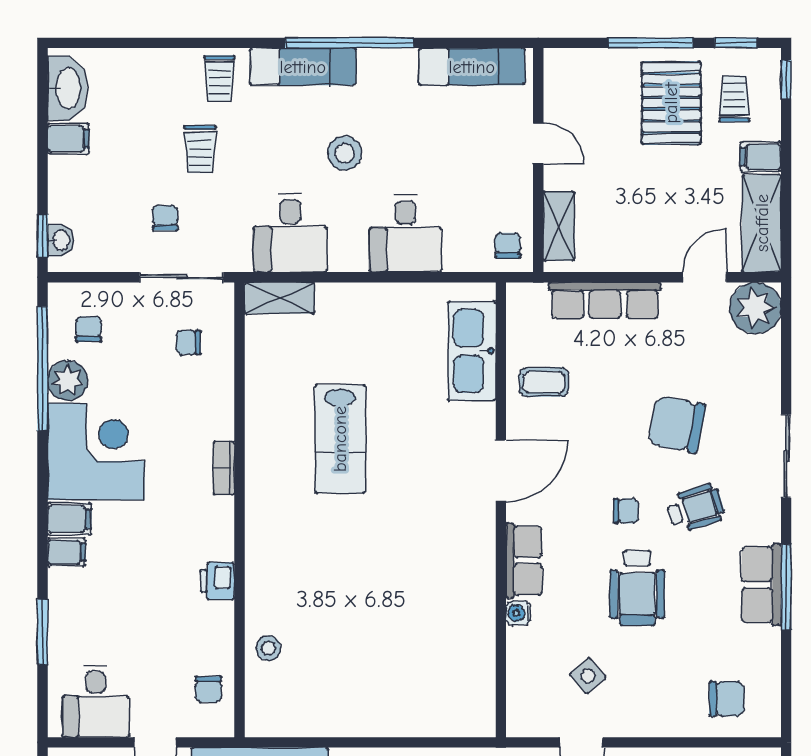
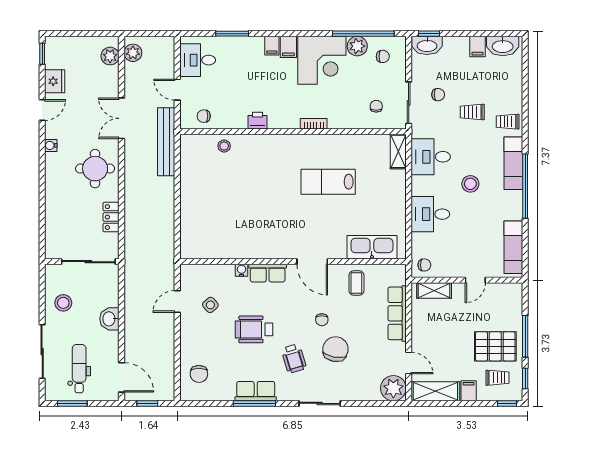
washbasin: (60, 240) -> (427, 45), width x1.91, depth x1.45
chair: (626, 511) -> (322, 320), moved

